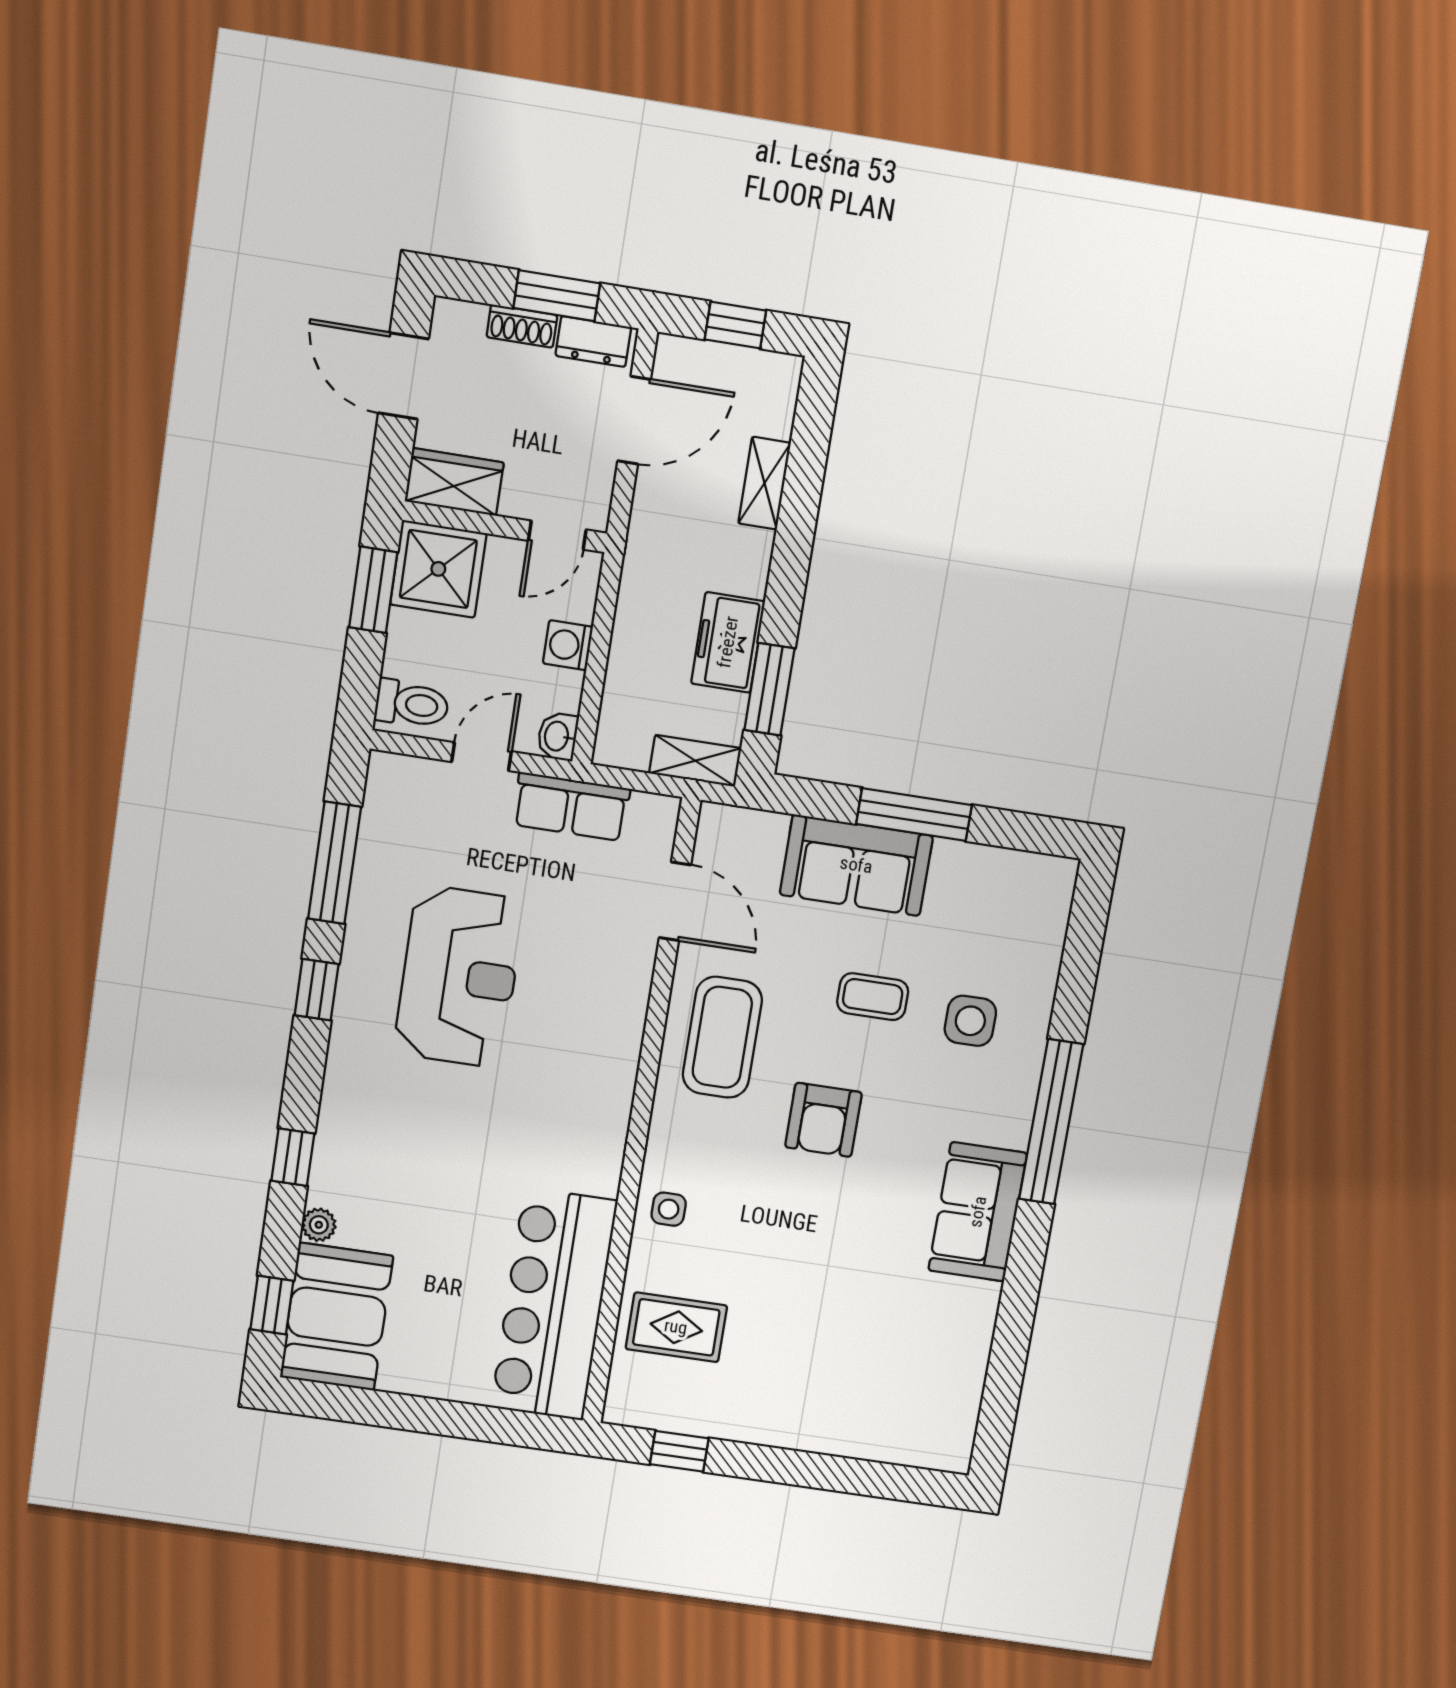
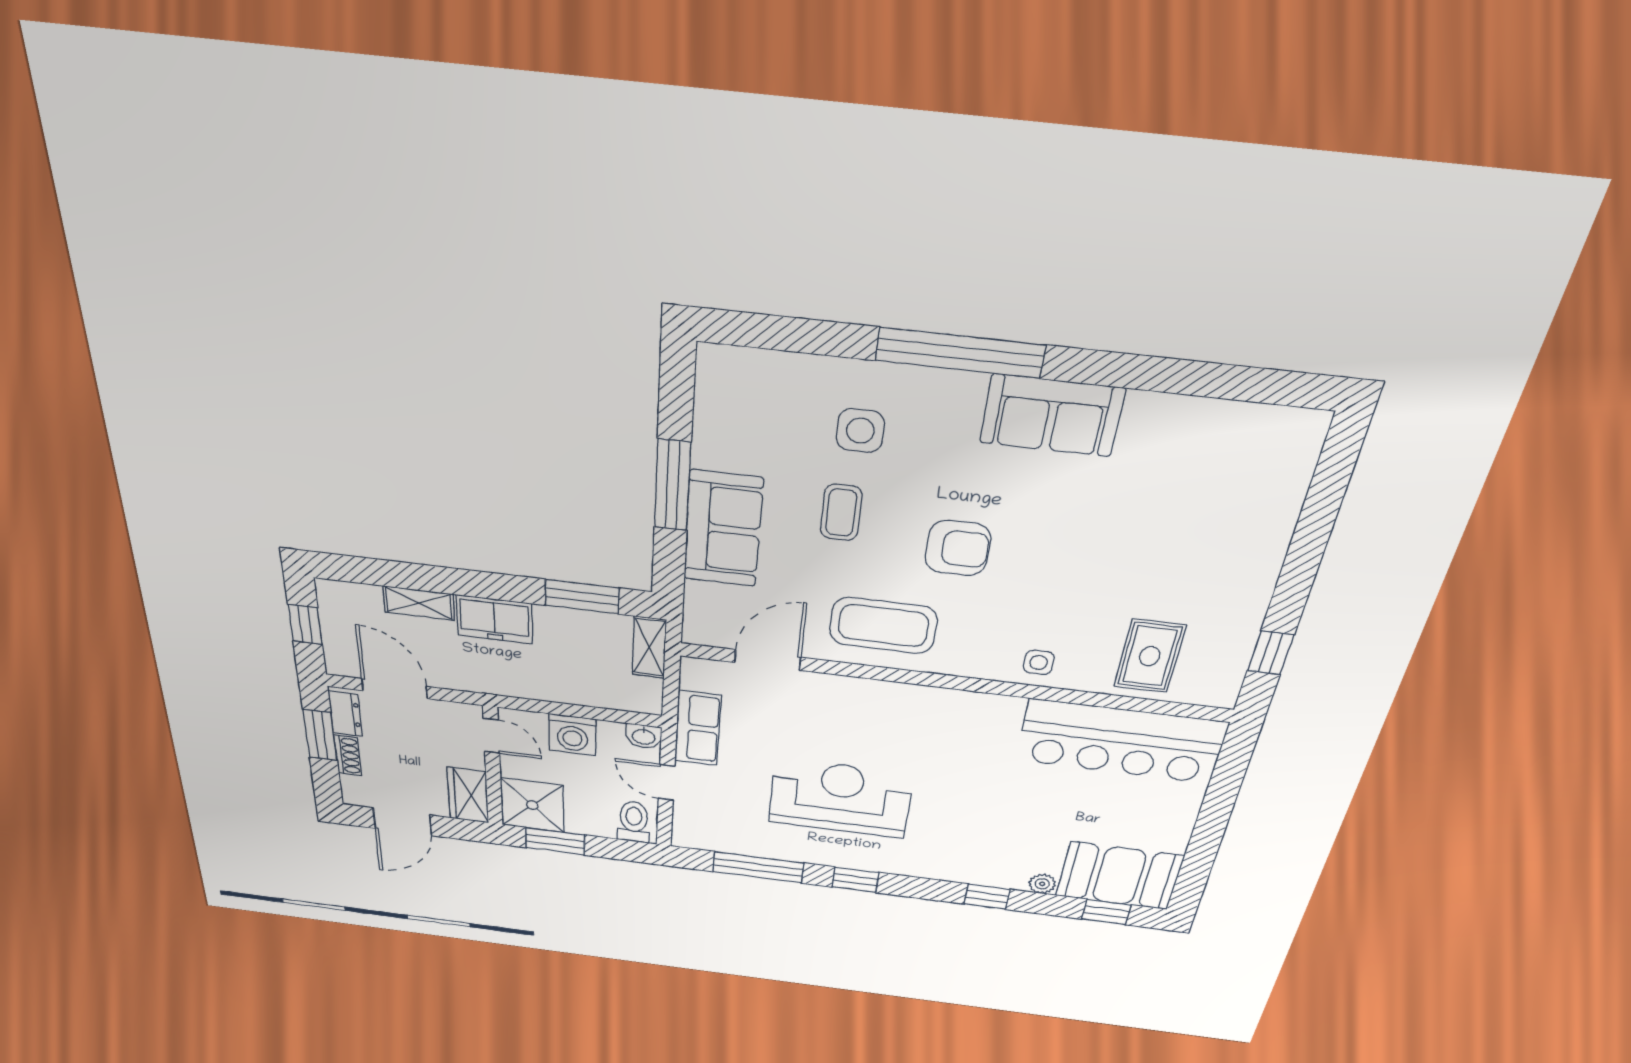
freezer: (728, 642) -> (495, 619), moved
washing machine: (568, 645) -> (572, 735), width x1.38, depth x1.38

